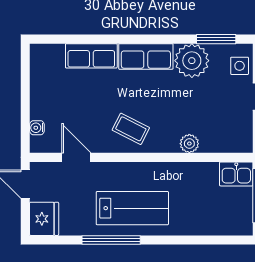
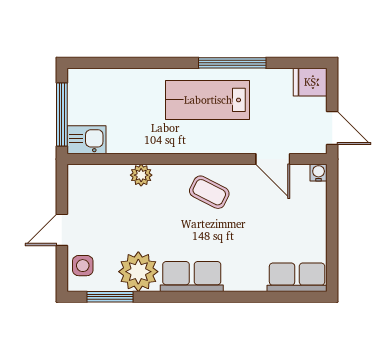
row of seats: (91, 56) -> (297, 277), moved
water cooler: (37, 128) -> (319, 173), moved, turned -90
fridge: (44, 219) -> (310, 82), width x0.72

